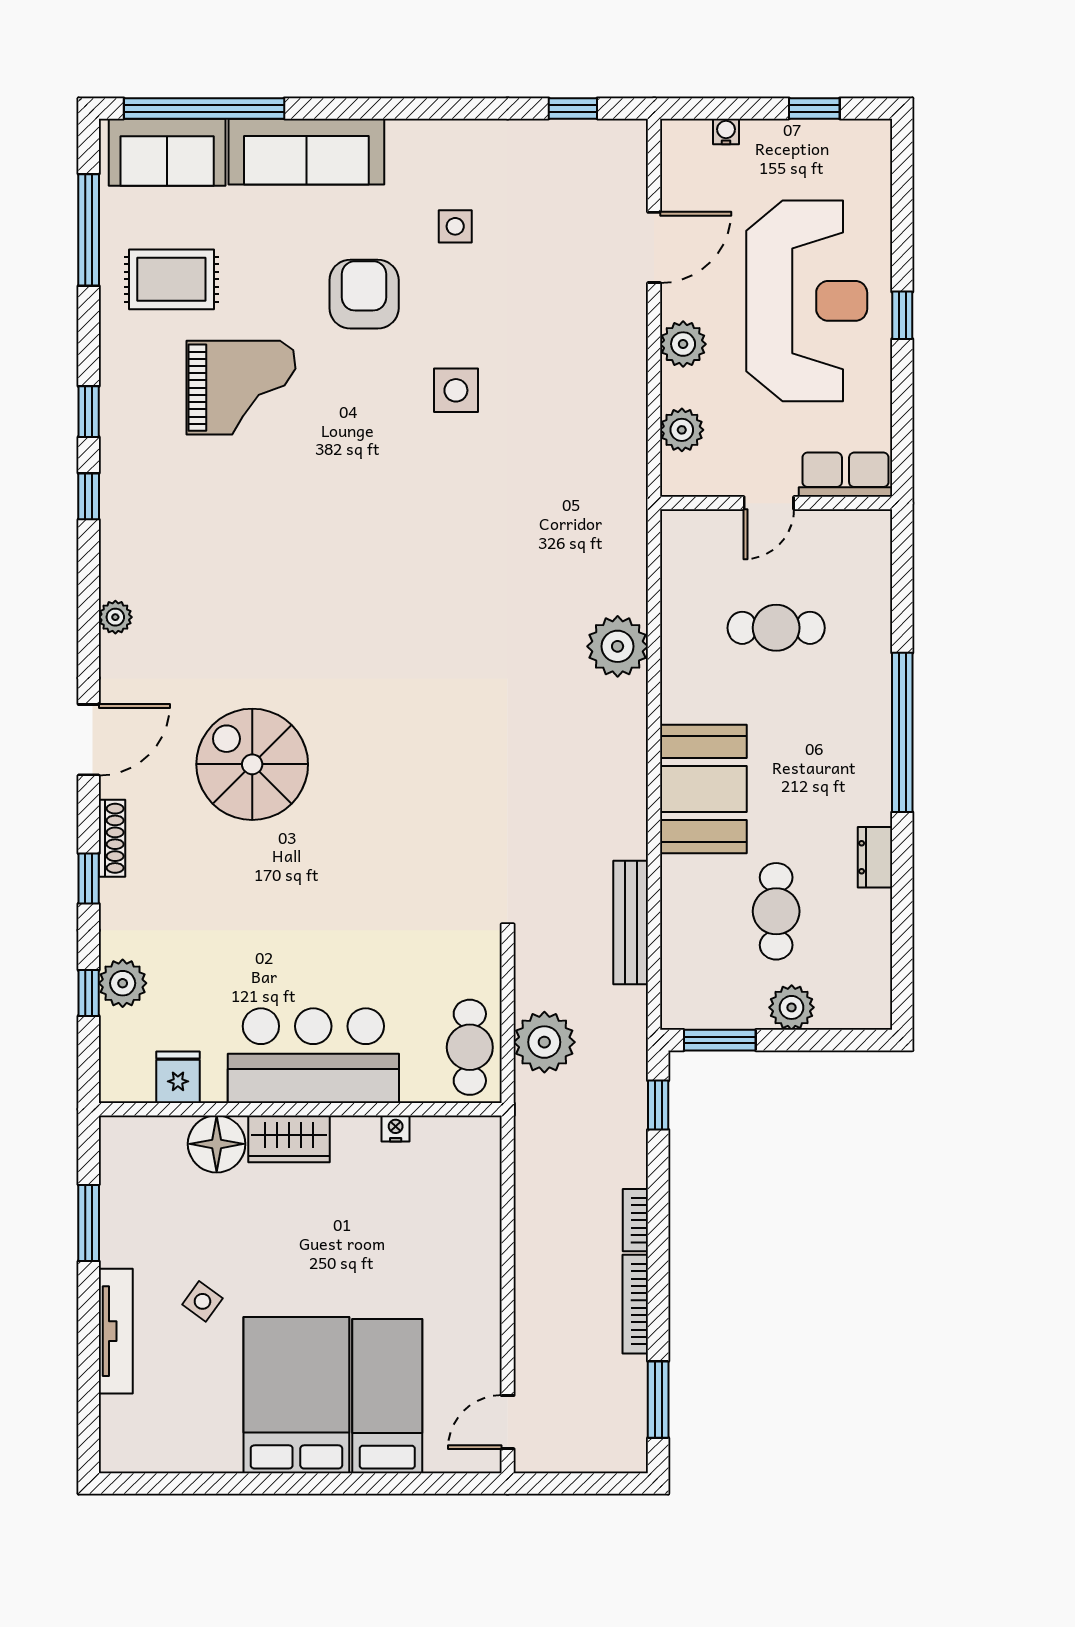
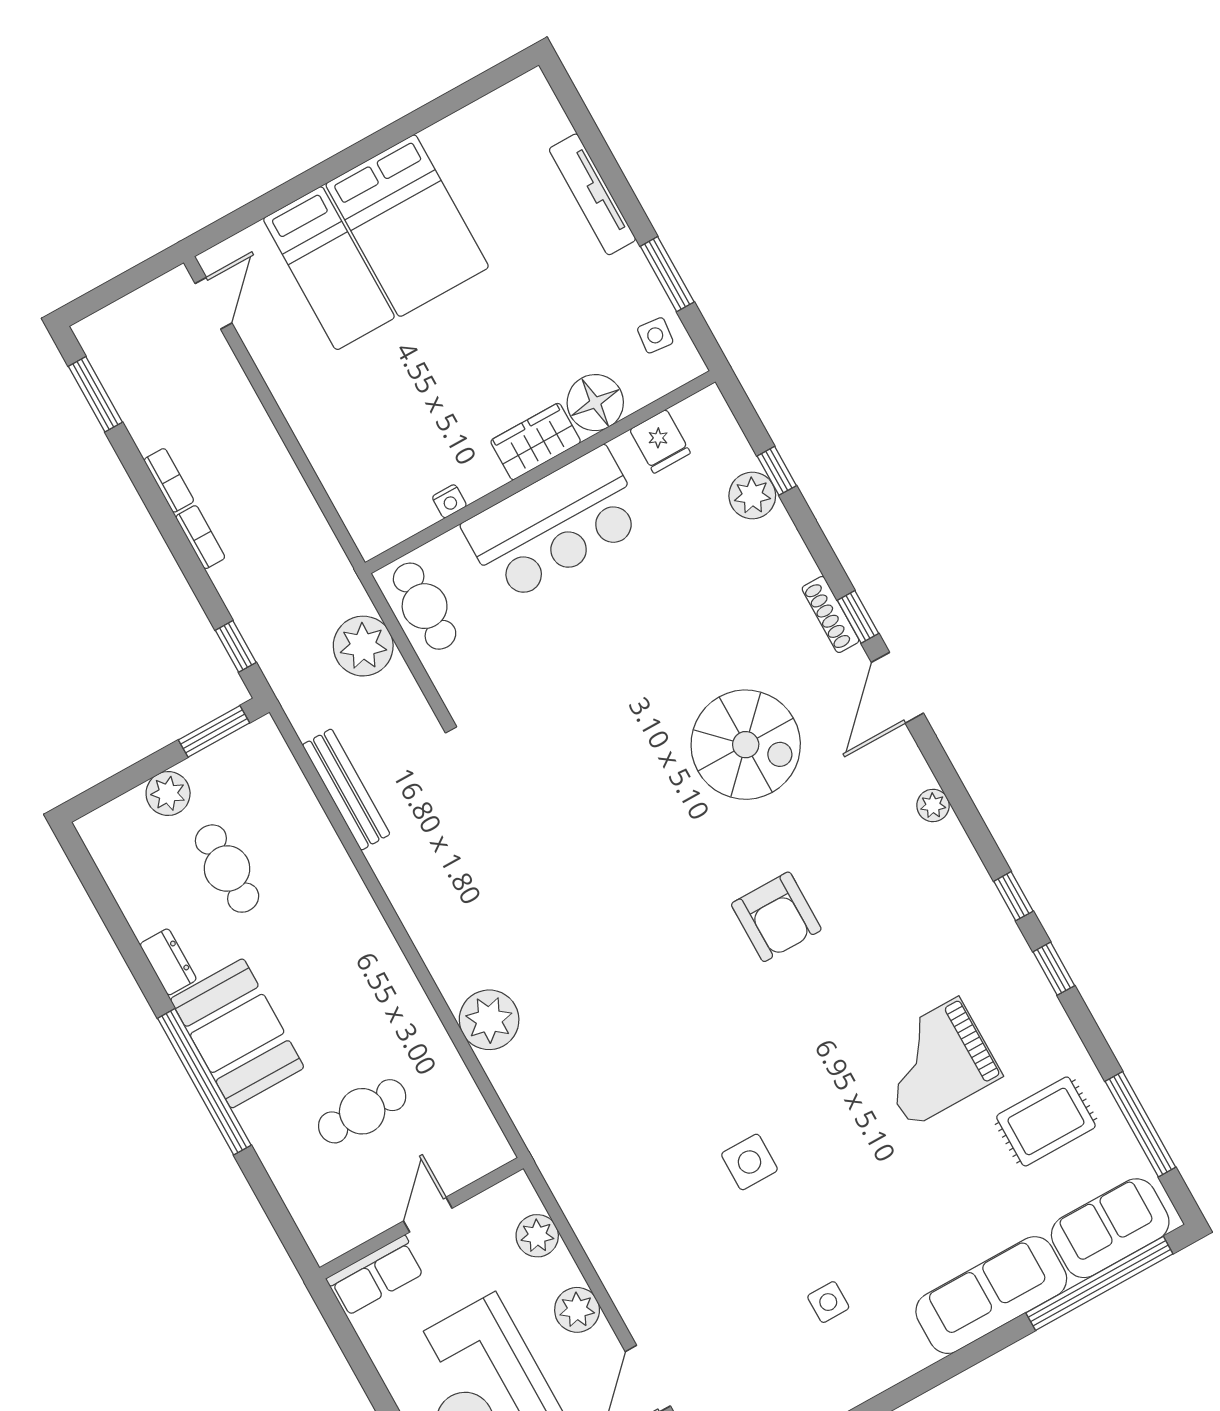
armchair: (364, 294) -> (776, 917), moved
booth: (703, 789) -> (237, 1033), moved
window: (89, 879) -> (858, 617), moved
side table: (202, 1301) -> (655, 335), moved, turned -30
bookcase: (635, 1304) -> (169, 480), width x0.64

